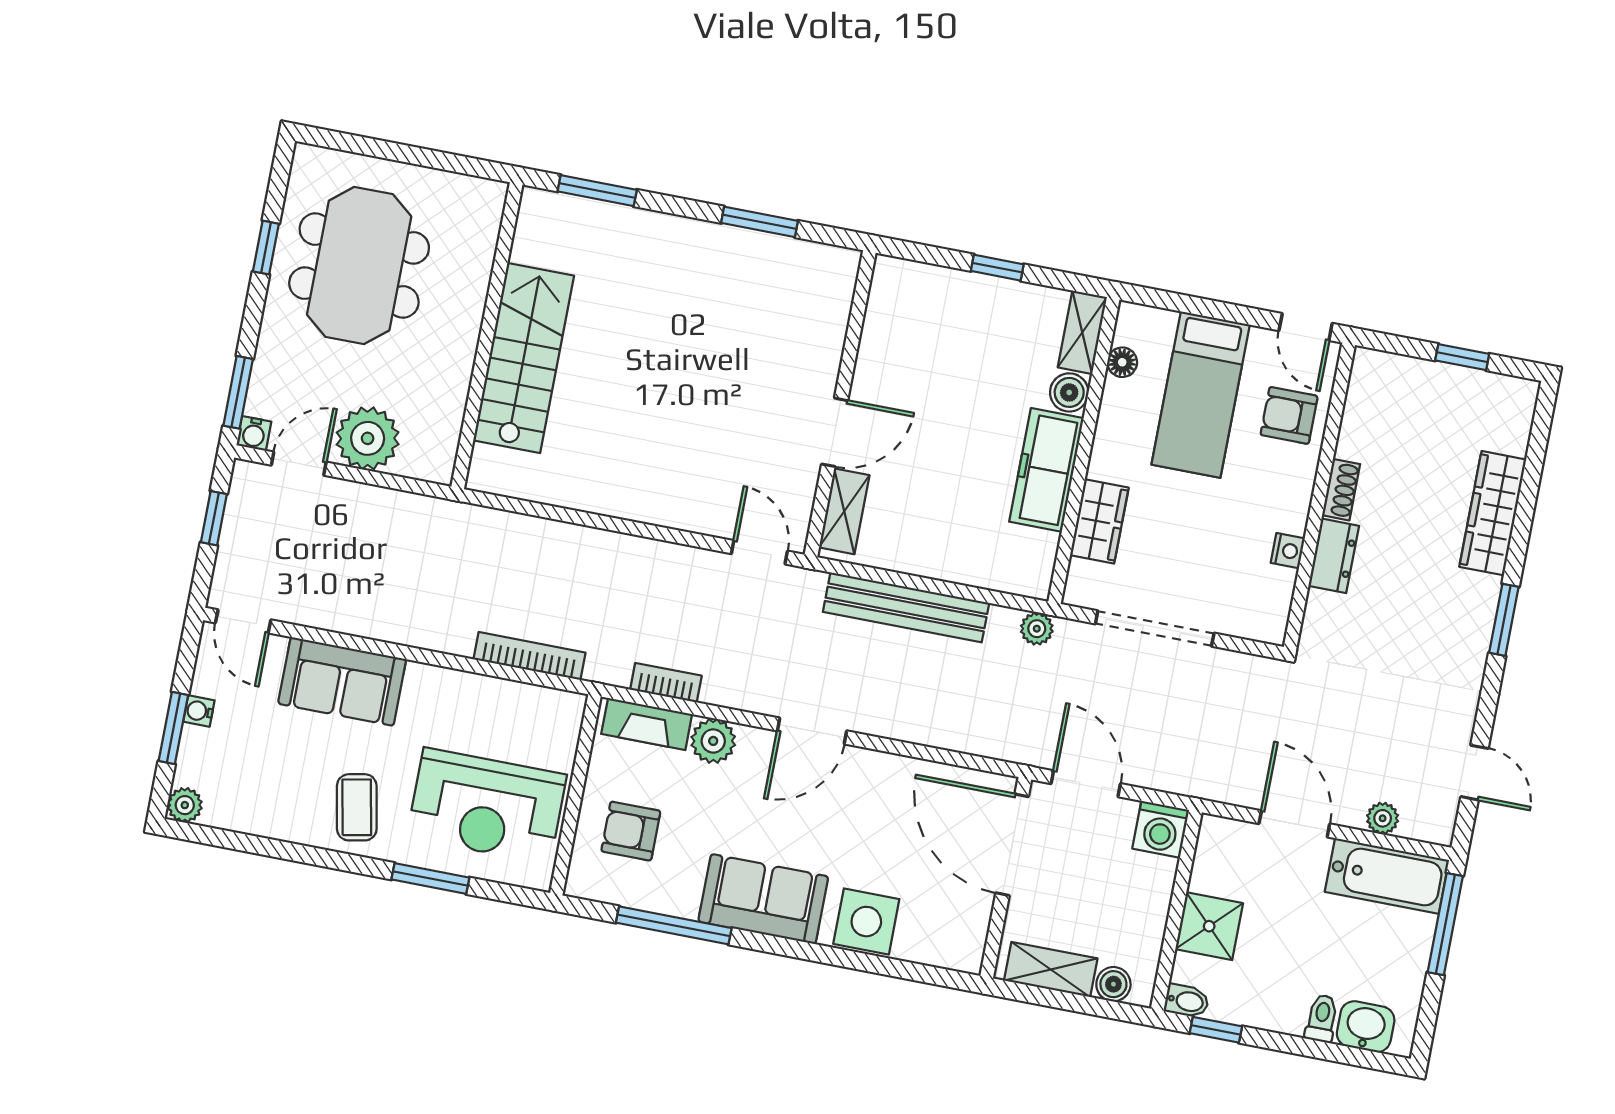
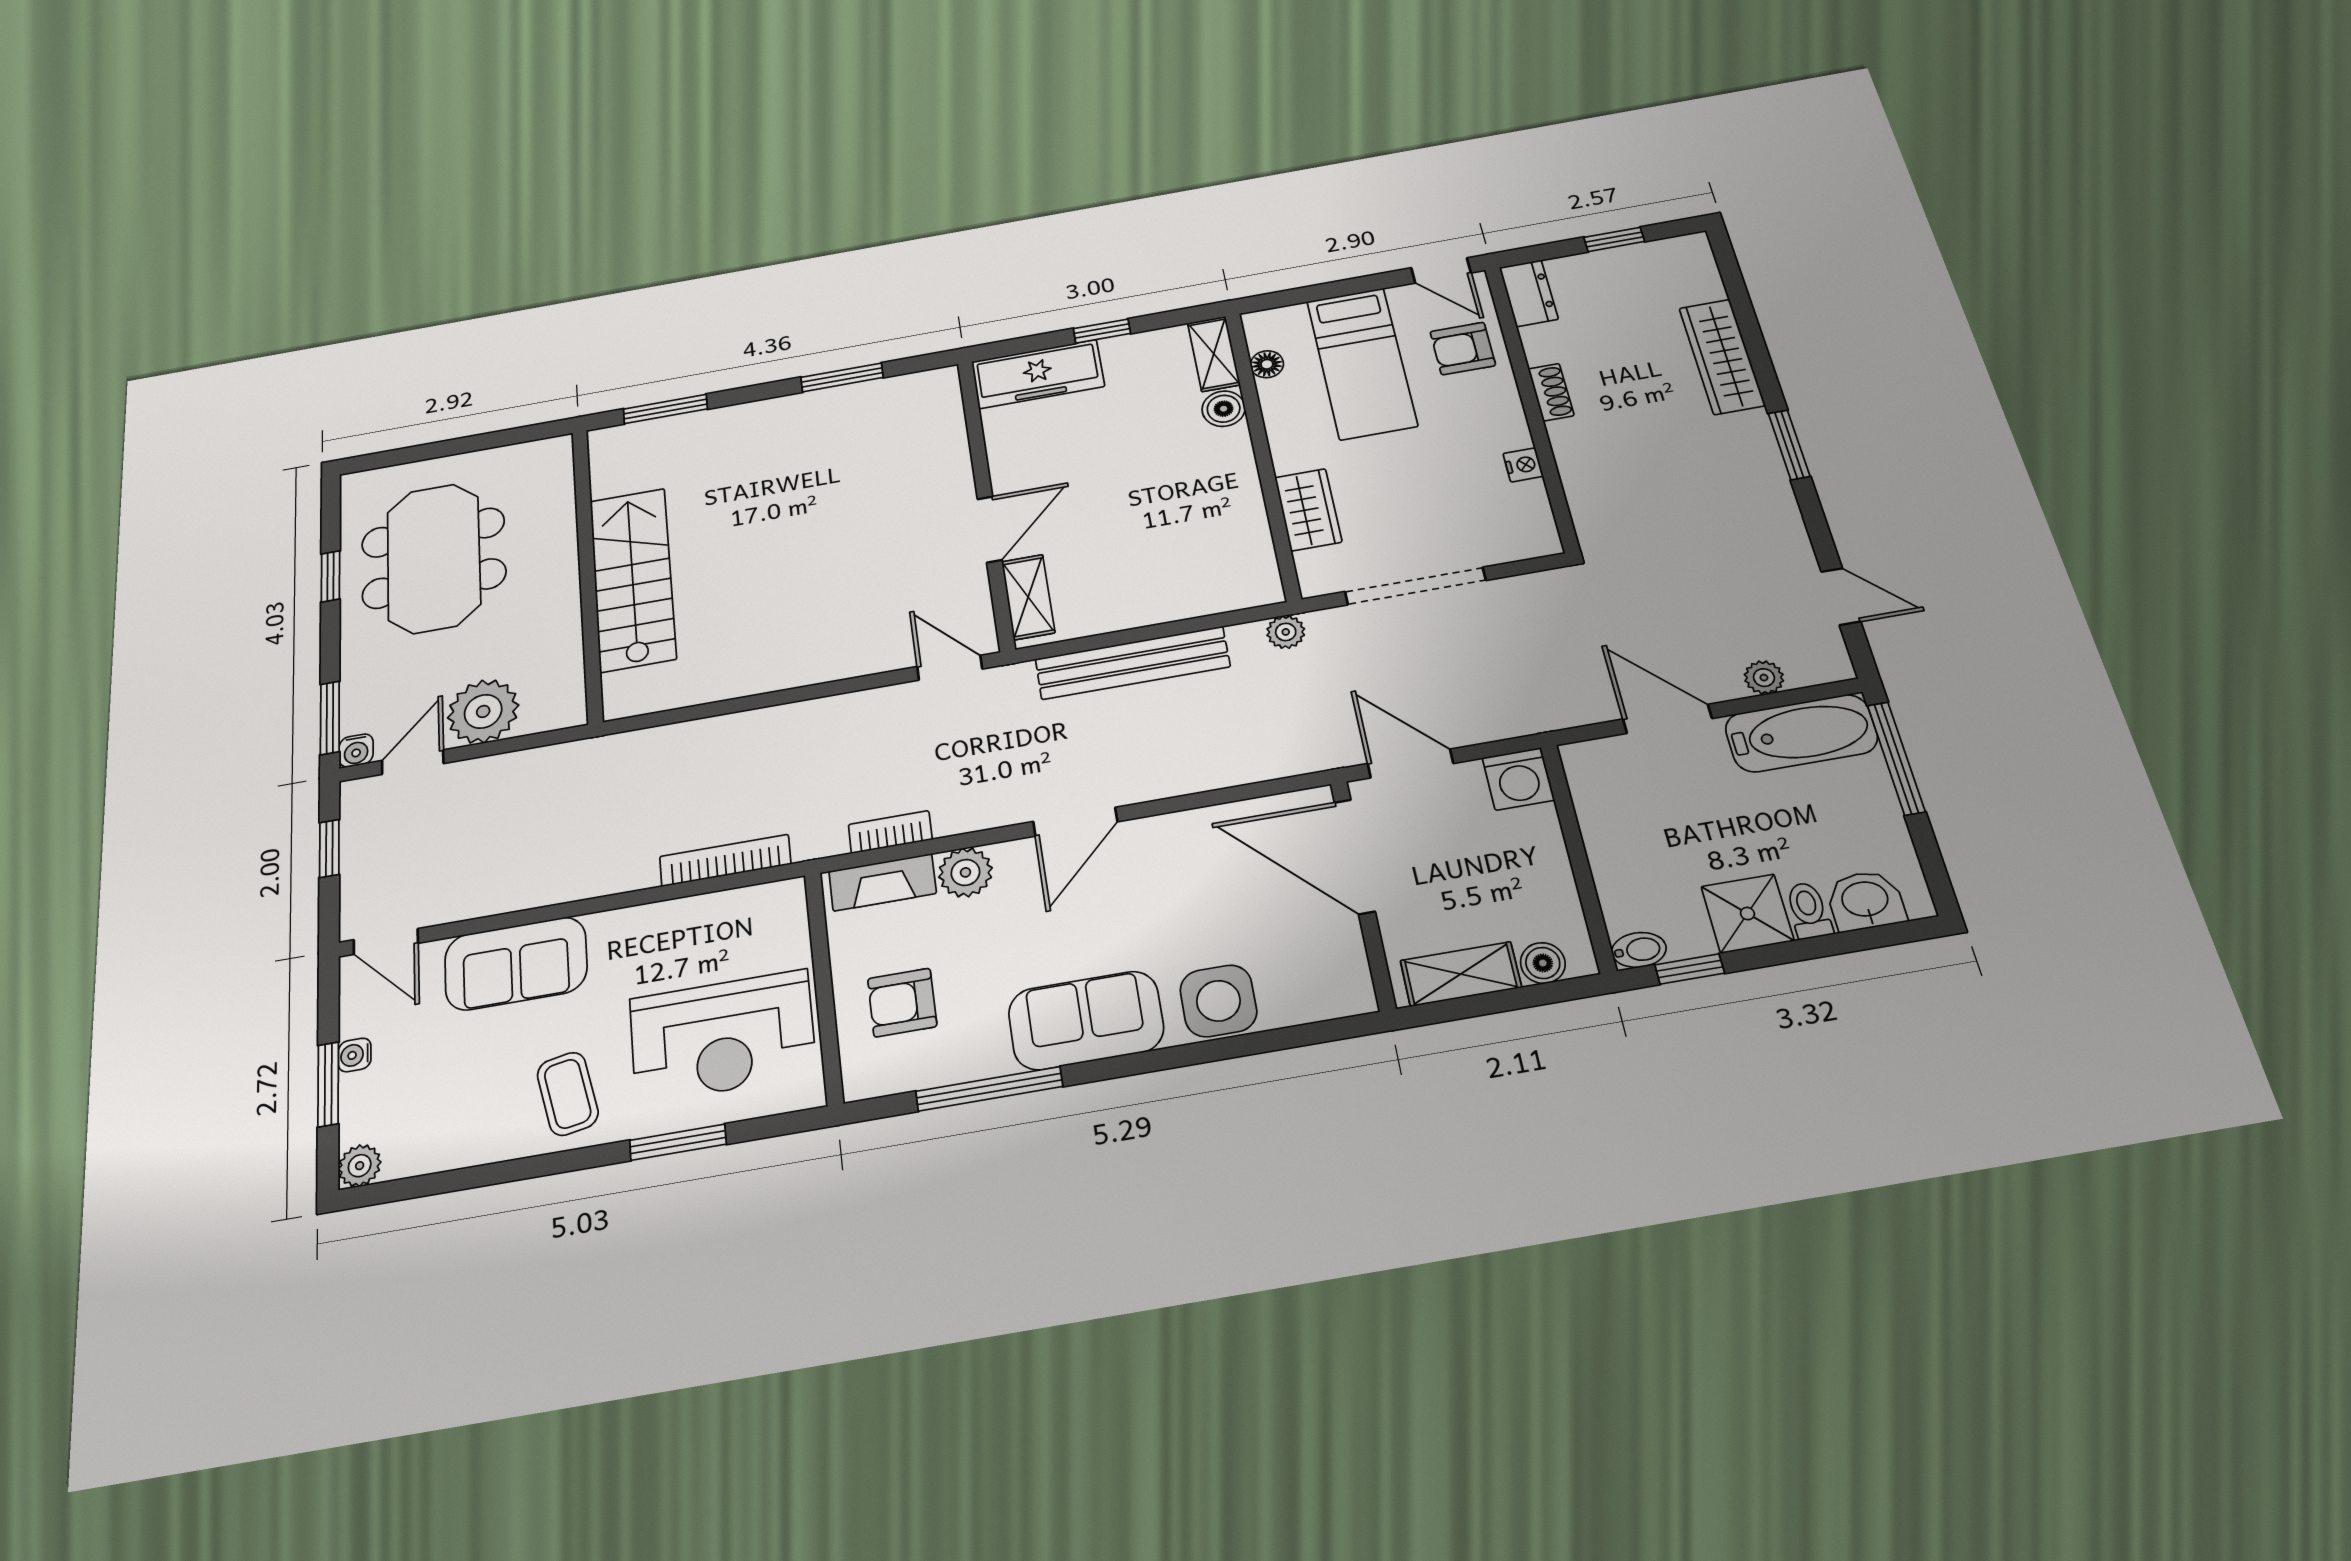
freezer: (1046, 470) -> (1038, 374), moved, turned -90
dresser: (1334, 556) -> (1529, 293), moved
shower: (1209, 926) -> (1747, 914), moved

